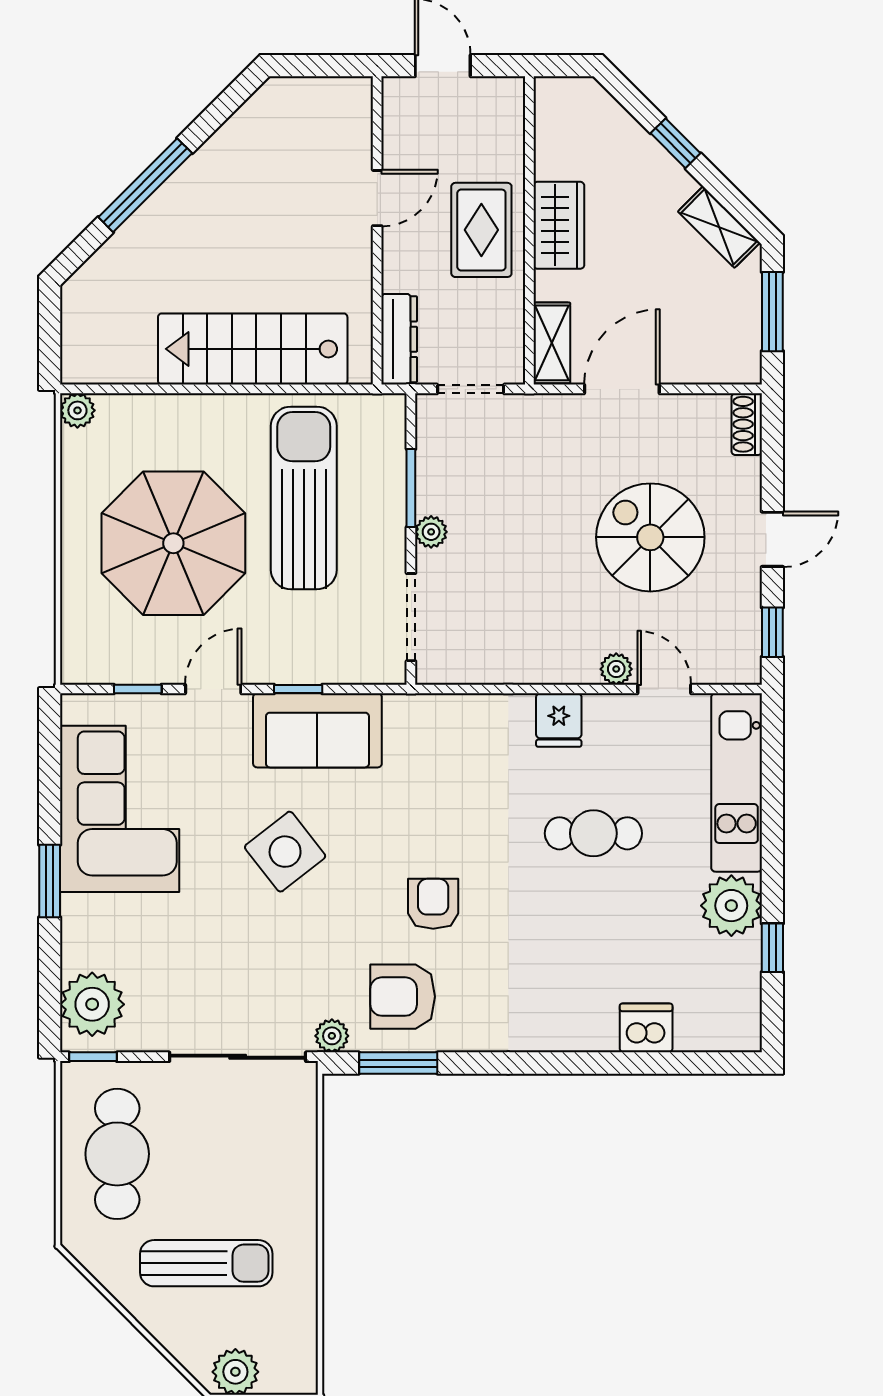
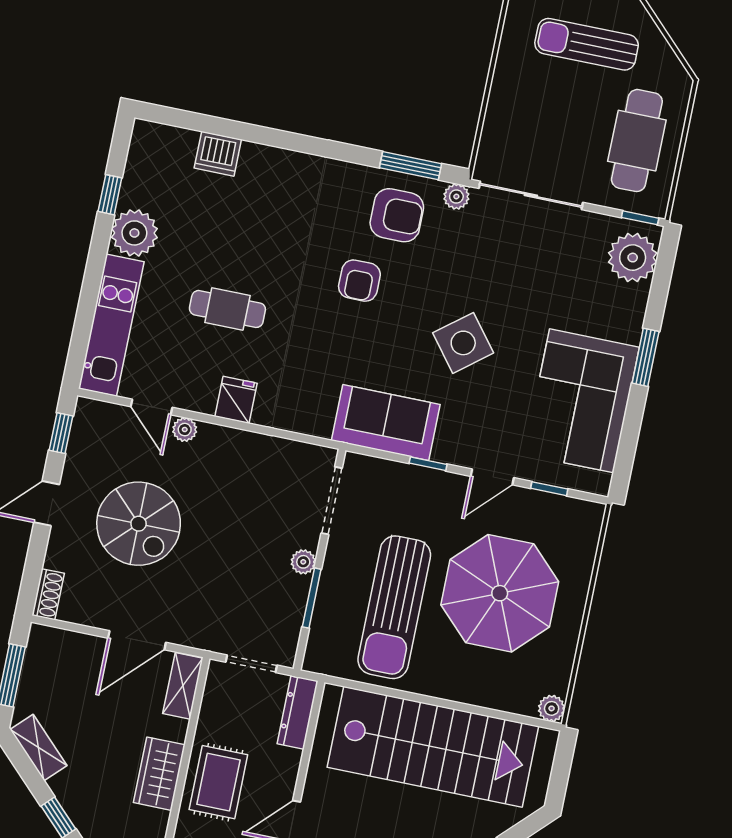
stairs: (253, 349) -> (433, 747), width x1.36, depth x1.51
sofa: (317, 730) -> (386, 423), moved

